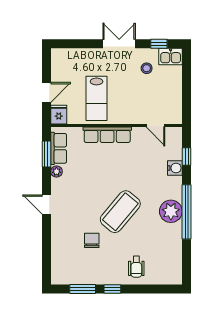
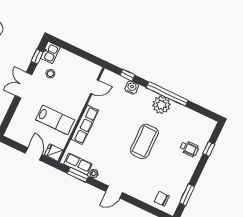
coffee table: (120, 212) -> (144, 141), turned 50
chair: (92, 240) -> (162, 199), moved
window: (112, 289) -> (209, 149), moved

